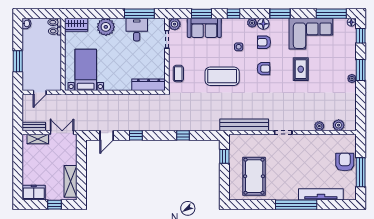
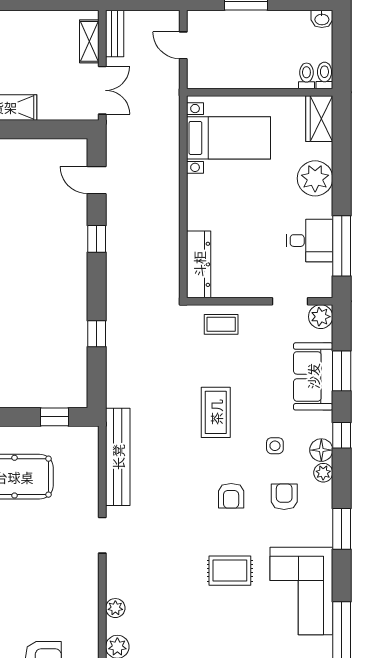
floor lamp: (263, 24) -> (321, 450), moved
coffee table: (222, 76) -> (216, 412), width x0.73, depth x0.76

